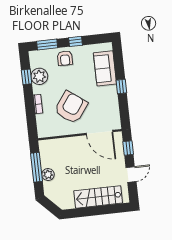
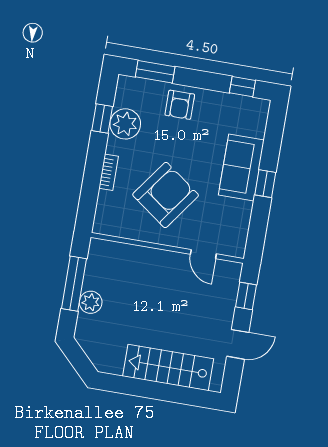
window: (76, 41) -> (242, 87), moved
sofa: (105, 68) -> (241, 167), moved
door: (100, 133) -> (203, 254), width x0.53

